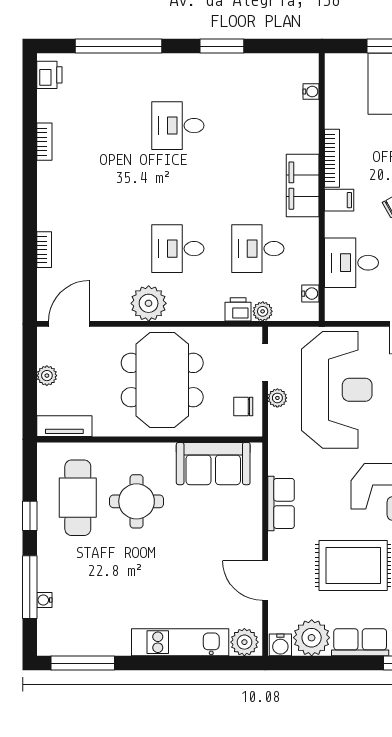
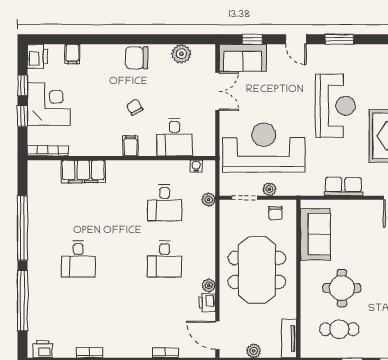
window: (222, 46) -> (23, 228), width x2.11
water cooler: (311, 92) -> (54, 166), removed
bookcase: (332, 158) -> (48, 151), moved
filing cabinet: (303, 186) -> (83, 171), moved
plant: (149, 303) -> (209, 285), width x0.53, depth x0.53
printer: (238, 309) -> (207, 302), moved
meeting table: (162, 380) -> (257, 270), turned 90
cafe table: (78, 498) -> (339, 329), width x0.73, depth x0.74

